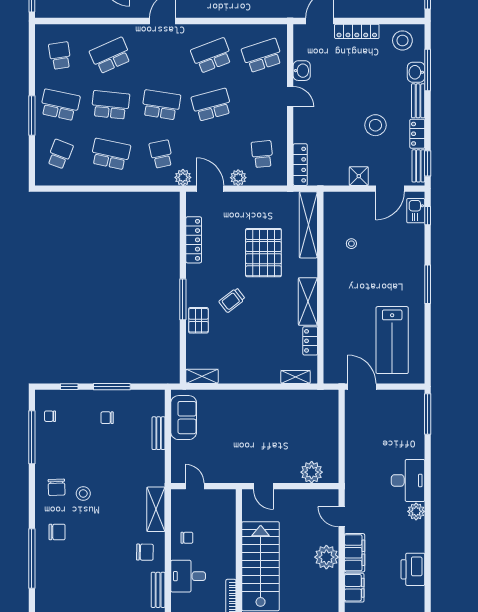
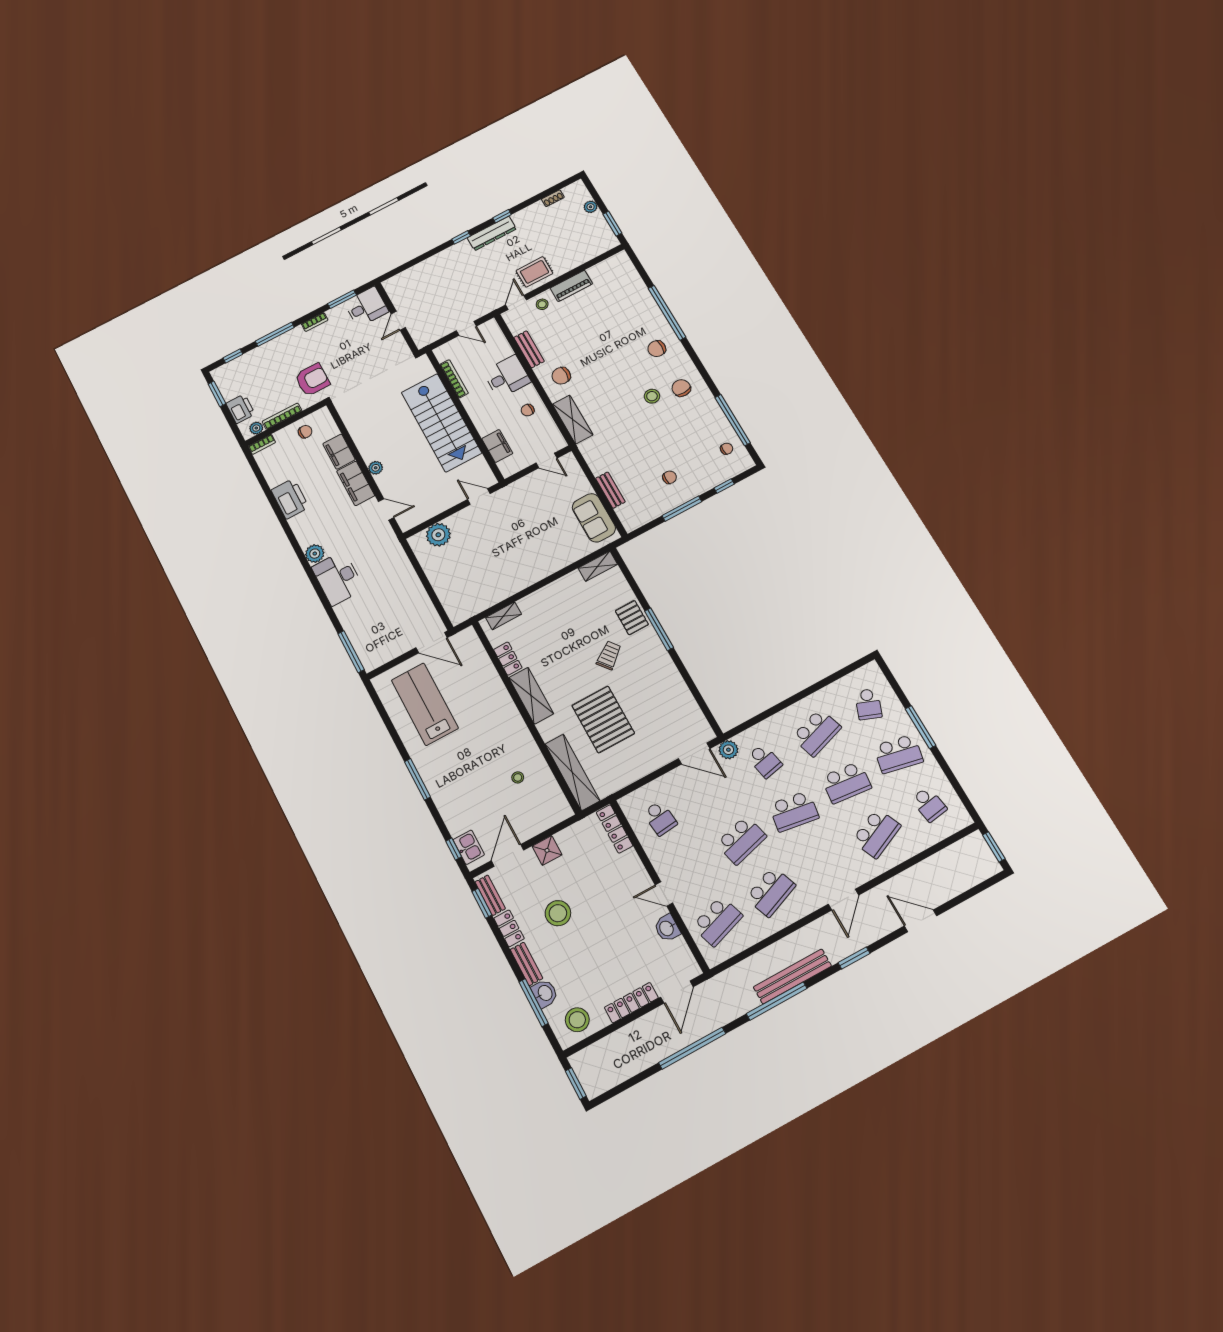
school desk: (111, 154) -> (817, 732), turned -30
plant: (238, 178) -> (671, 781), removed
locker: (194, 240) -> (682, 693), removed
filing cabinet: (227, 521) -> (497, 446), added
plant: (326, 557) -> (376, 468), width x0.53, depth x0.53

